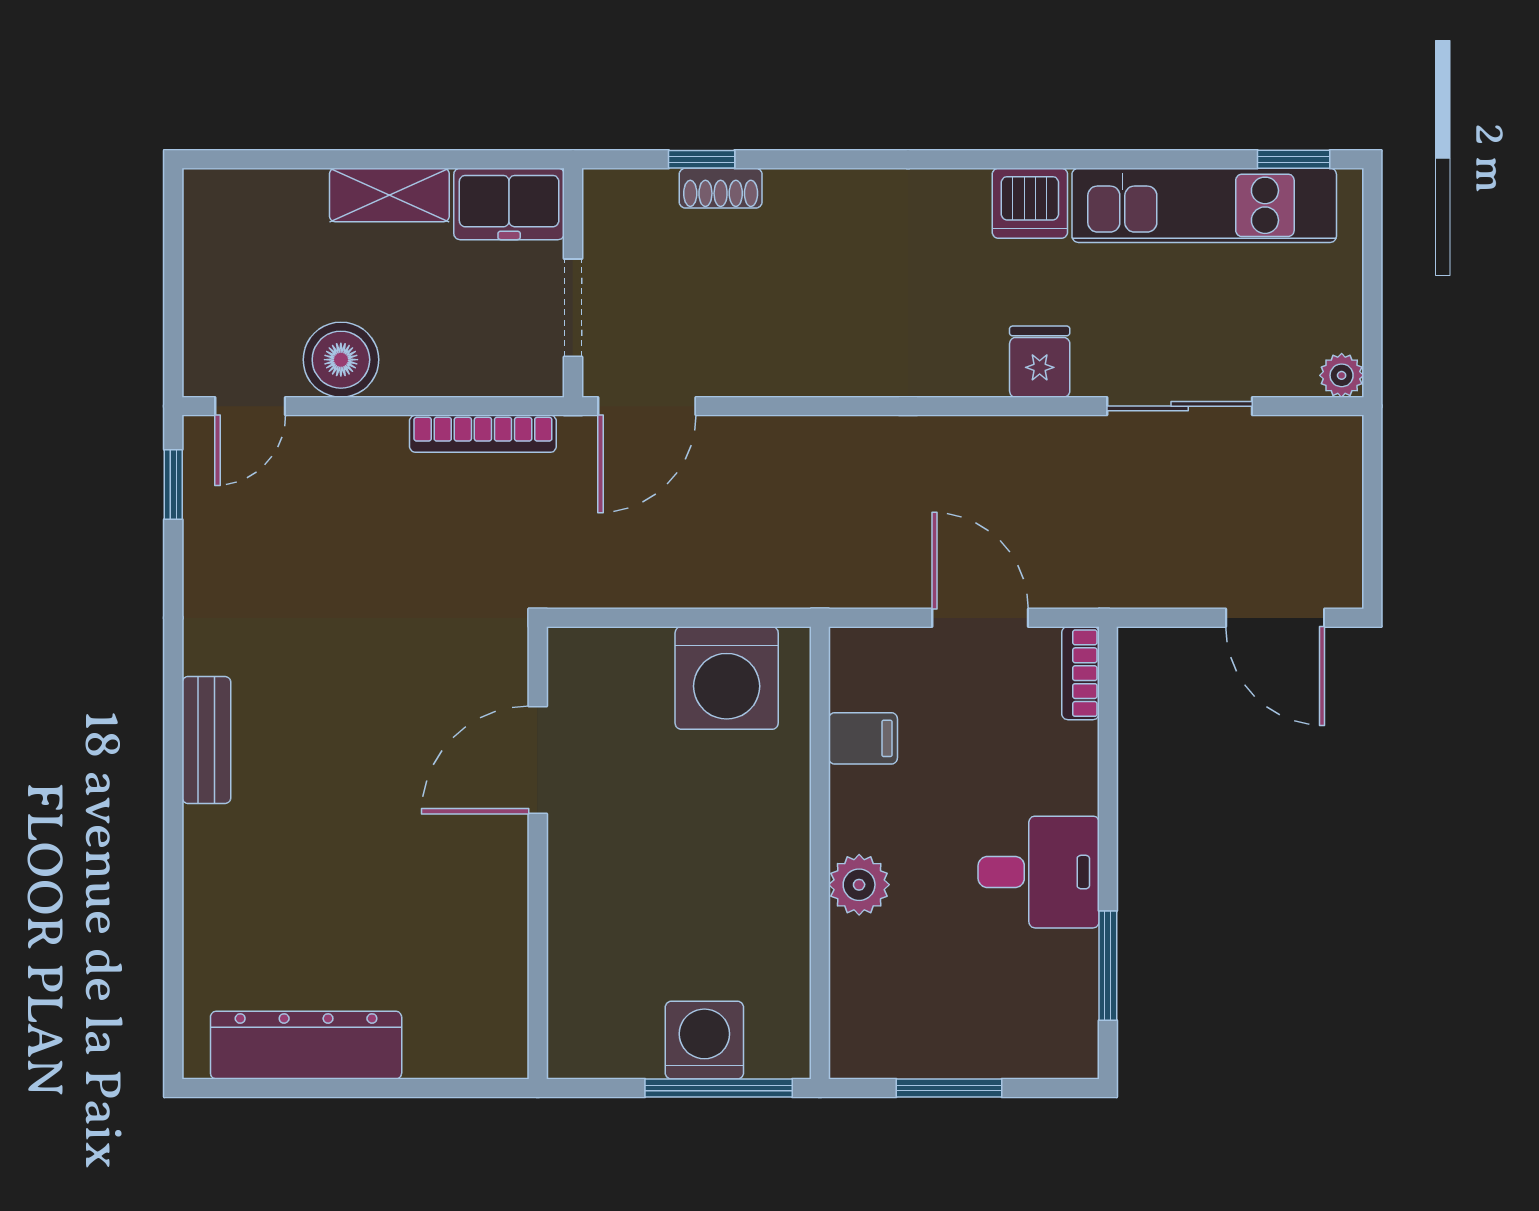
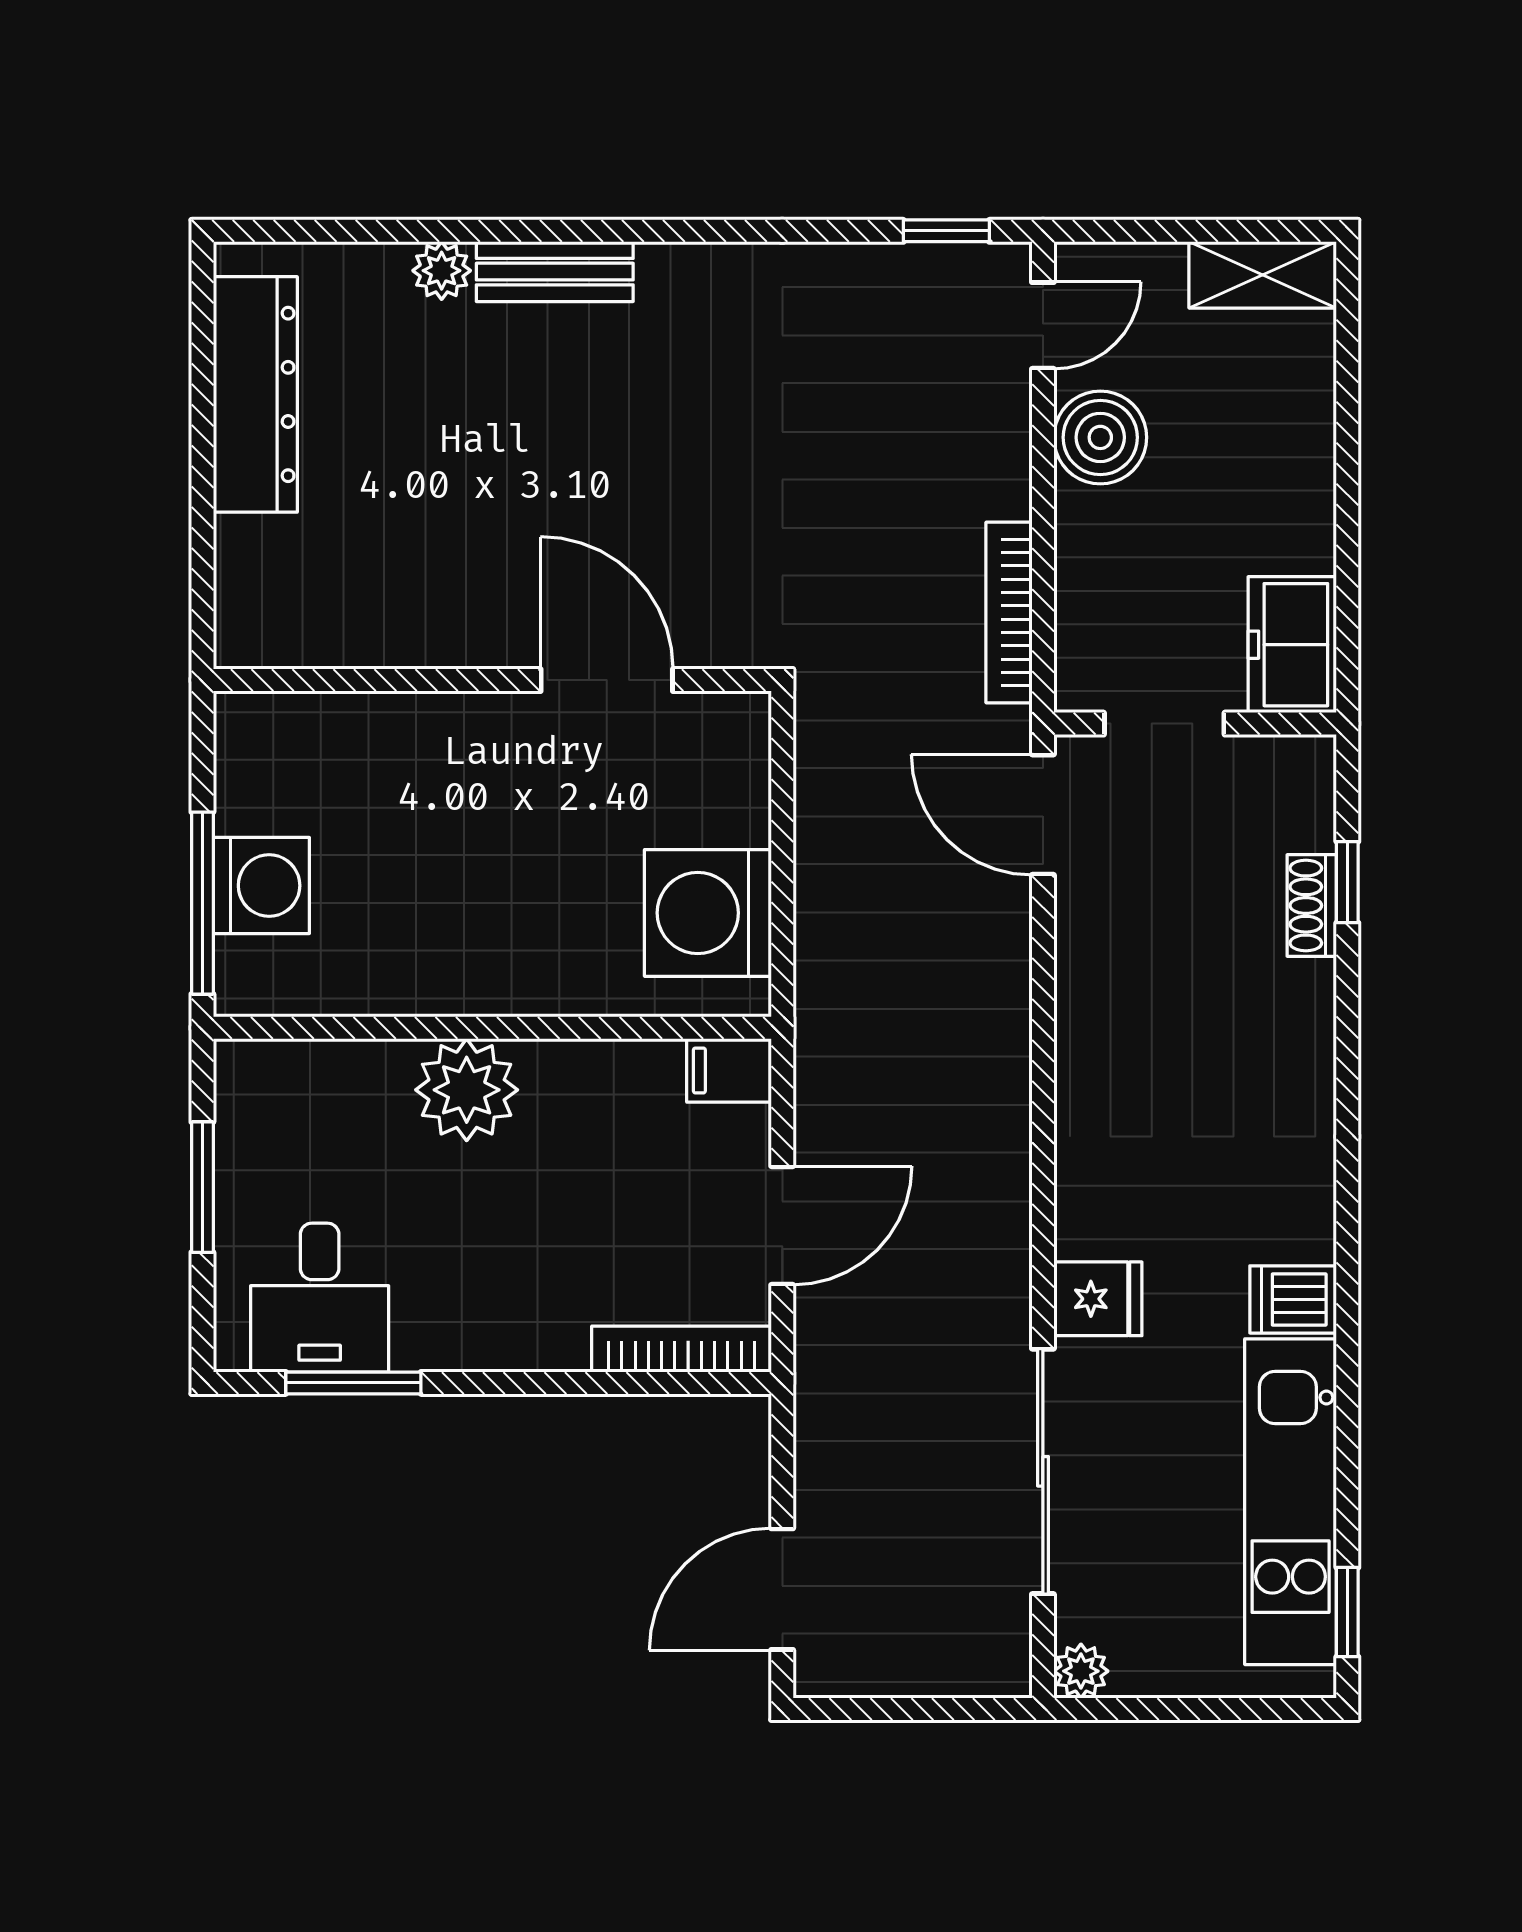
shelving: (389, 195) -> (1263, 275), moved, turned 90
dishwasher: (1030, 203) -> (1293, 1299), width x0.73
door: (250, 406) -> (1043, 325), swing flipped
sliding door: (1180, 406) -> (1043, 1471), width x1.37
bookcase: (1080, 673) -> (681, 1349), width x1.56
filing cabinet: (863, 738) -> (729, 1070), moved, turned 90
bench: (206, 740) -> (555, 272), moved
desk: (1039, 872) -> (320, 1298), moved
plant: (859, 885) -> (467, 1090), width x1.36, depth x1.36
plant: (206, 894) -> (442, 271), added

